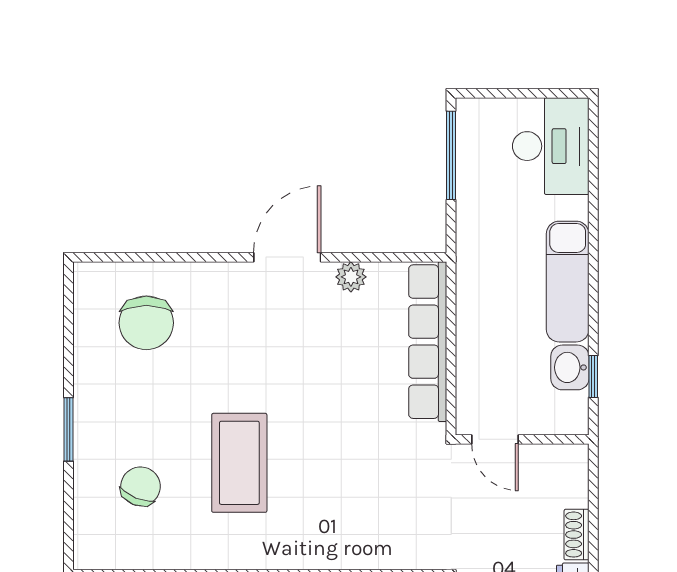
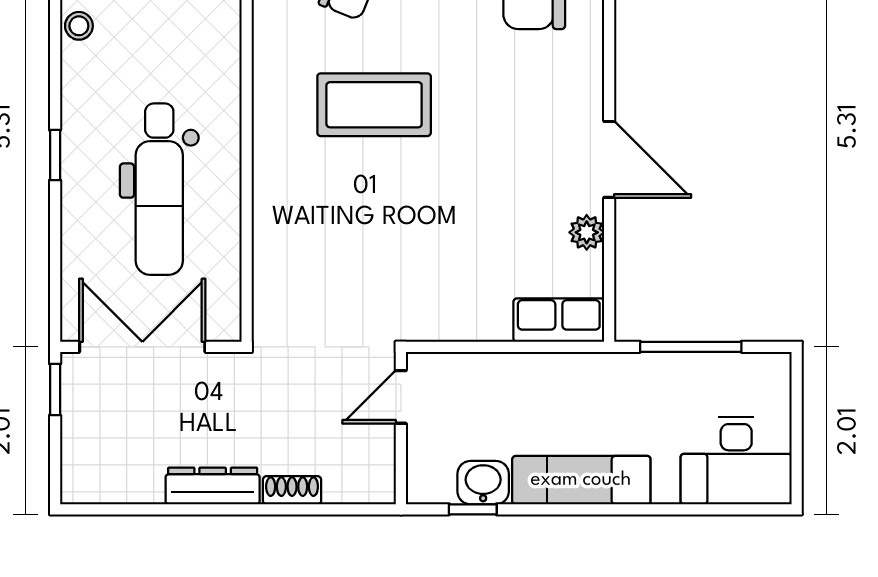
window: (451, 155) -> (691, 347), moved
row of seats: (428, 342) -> (559, 320), width x0.50

